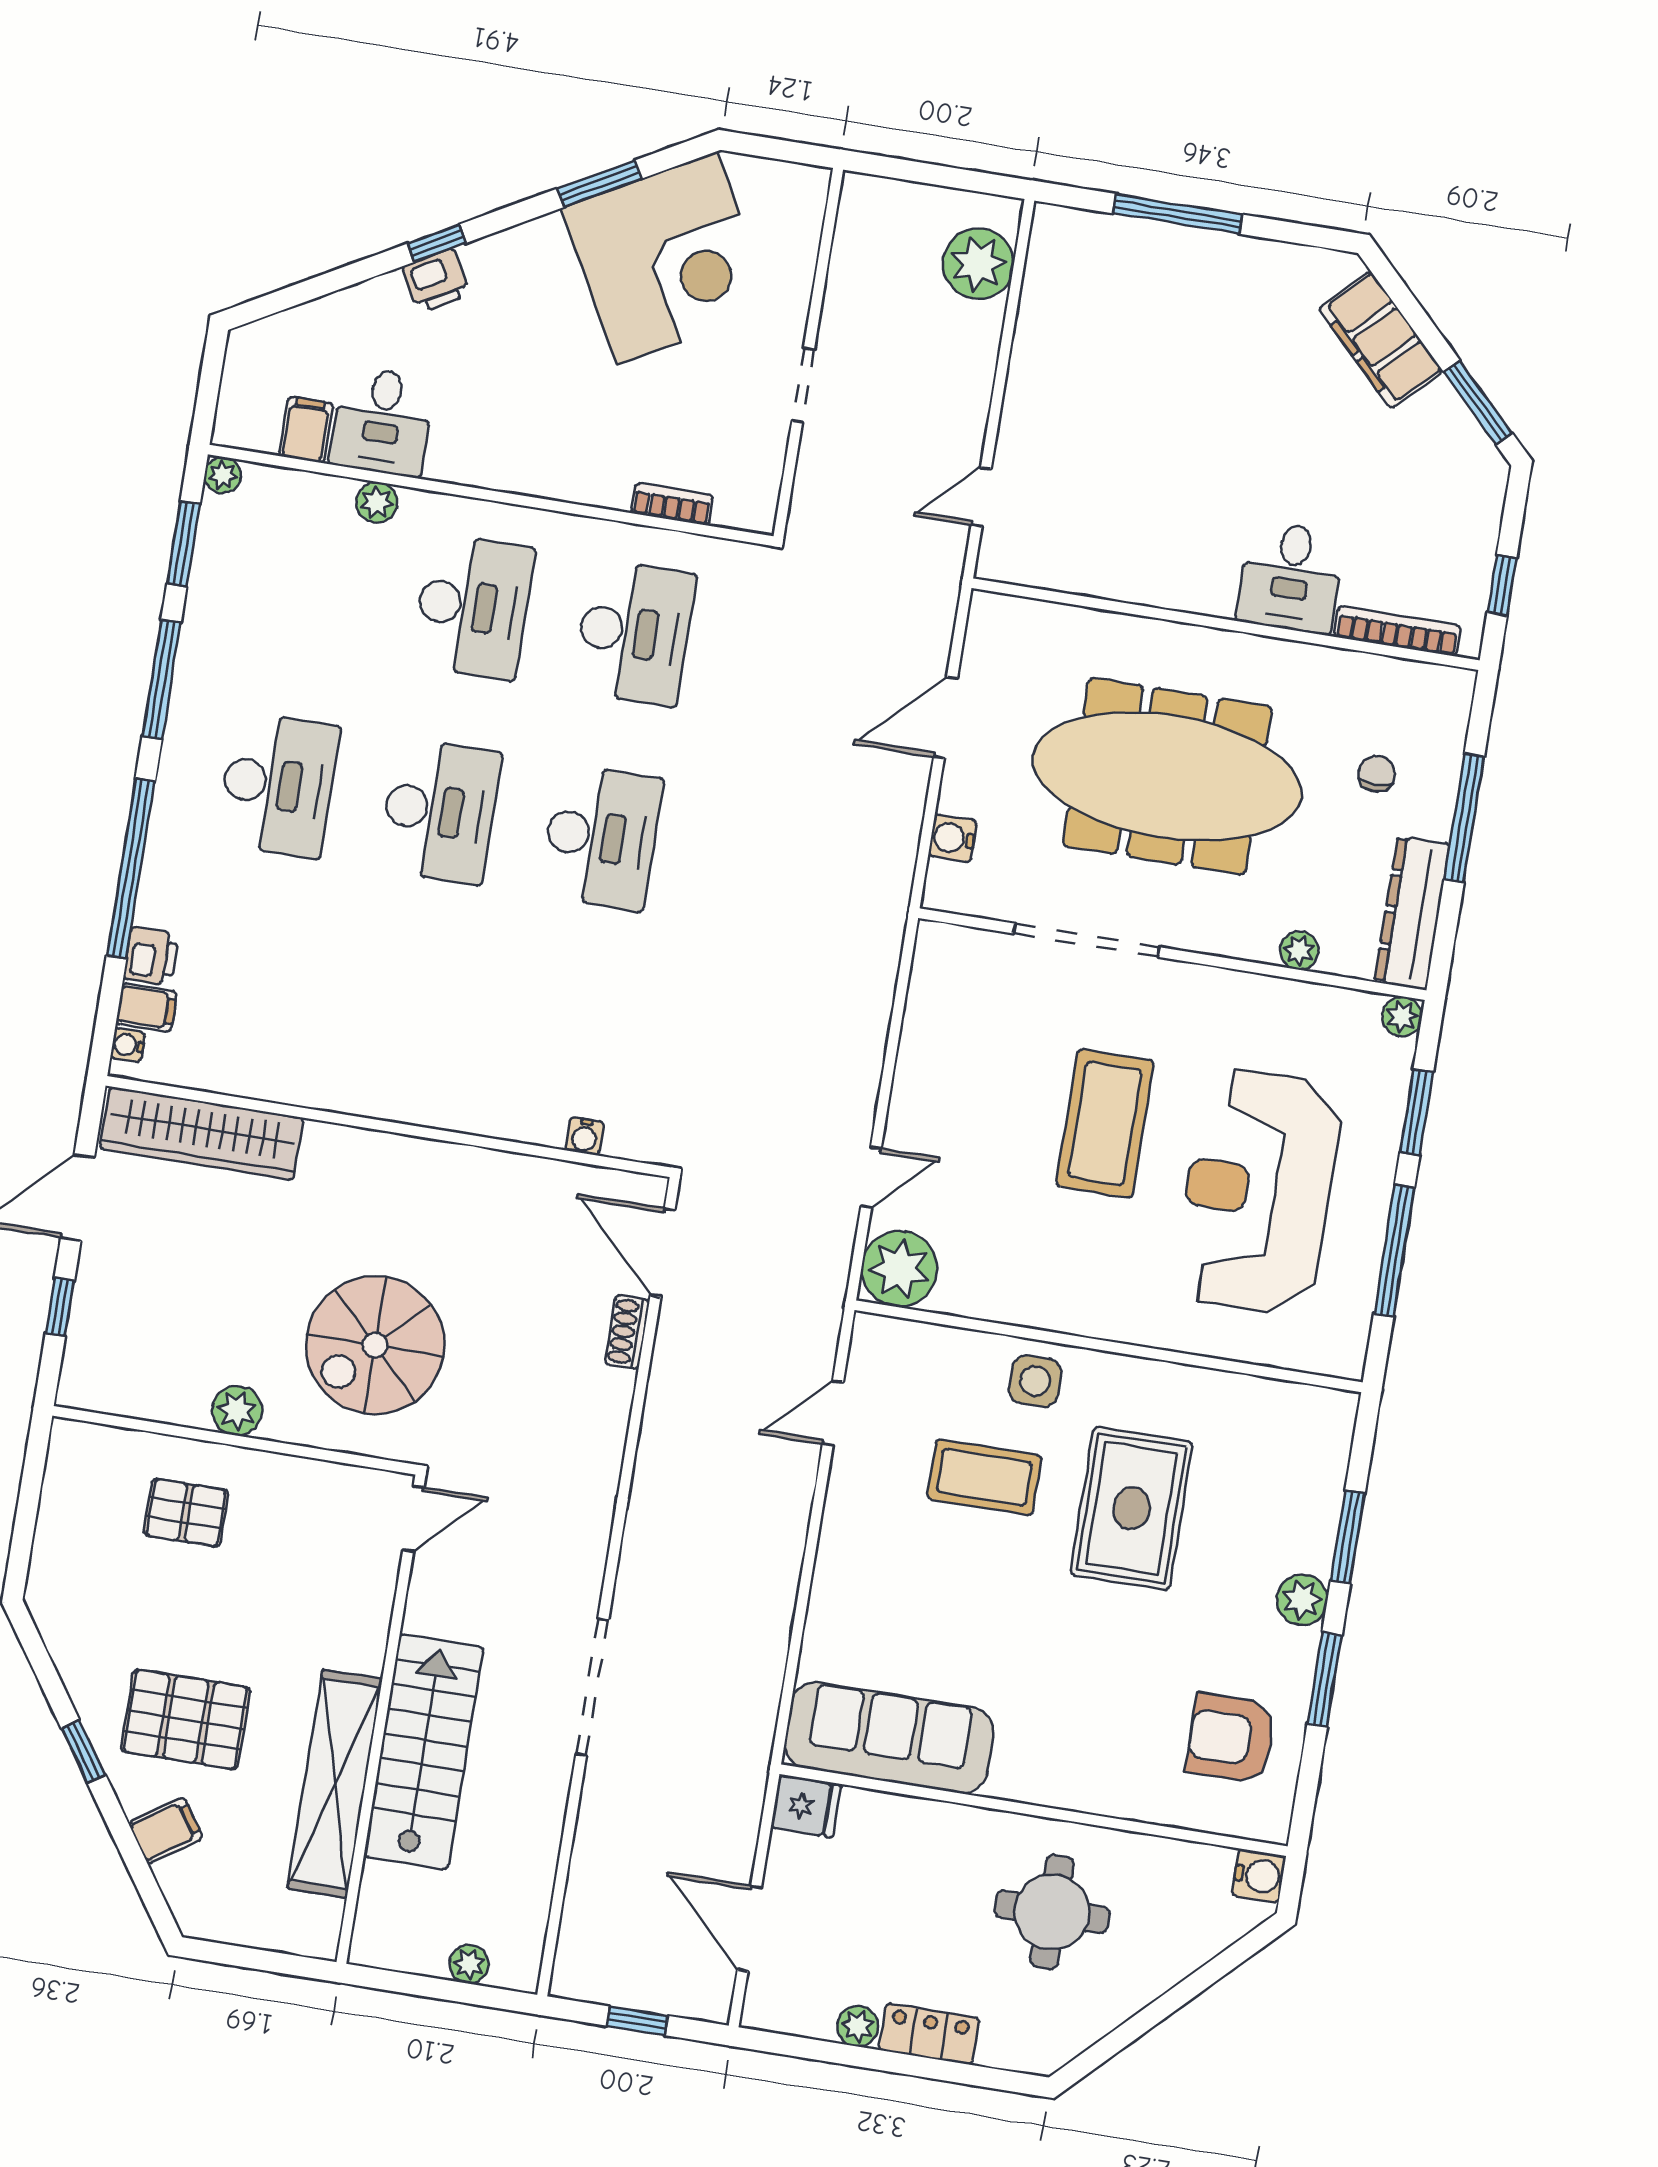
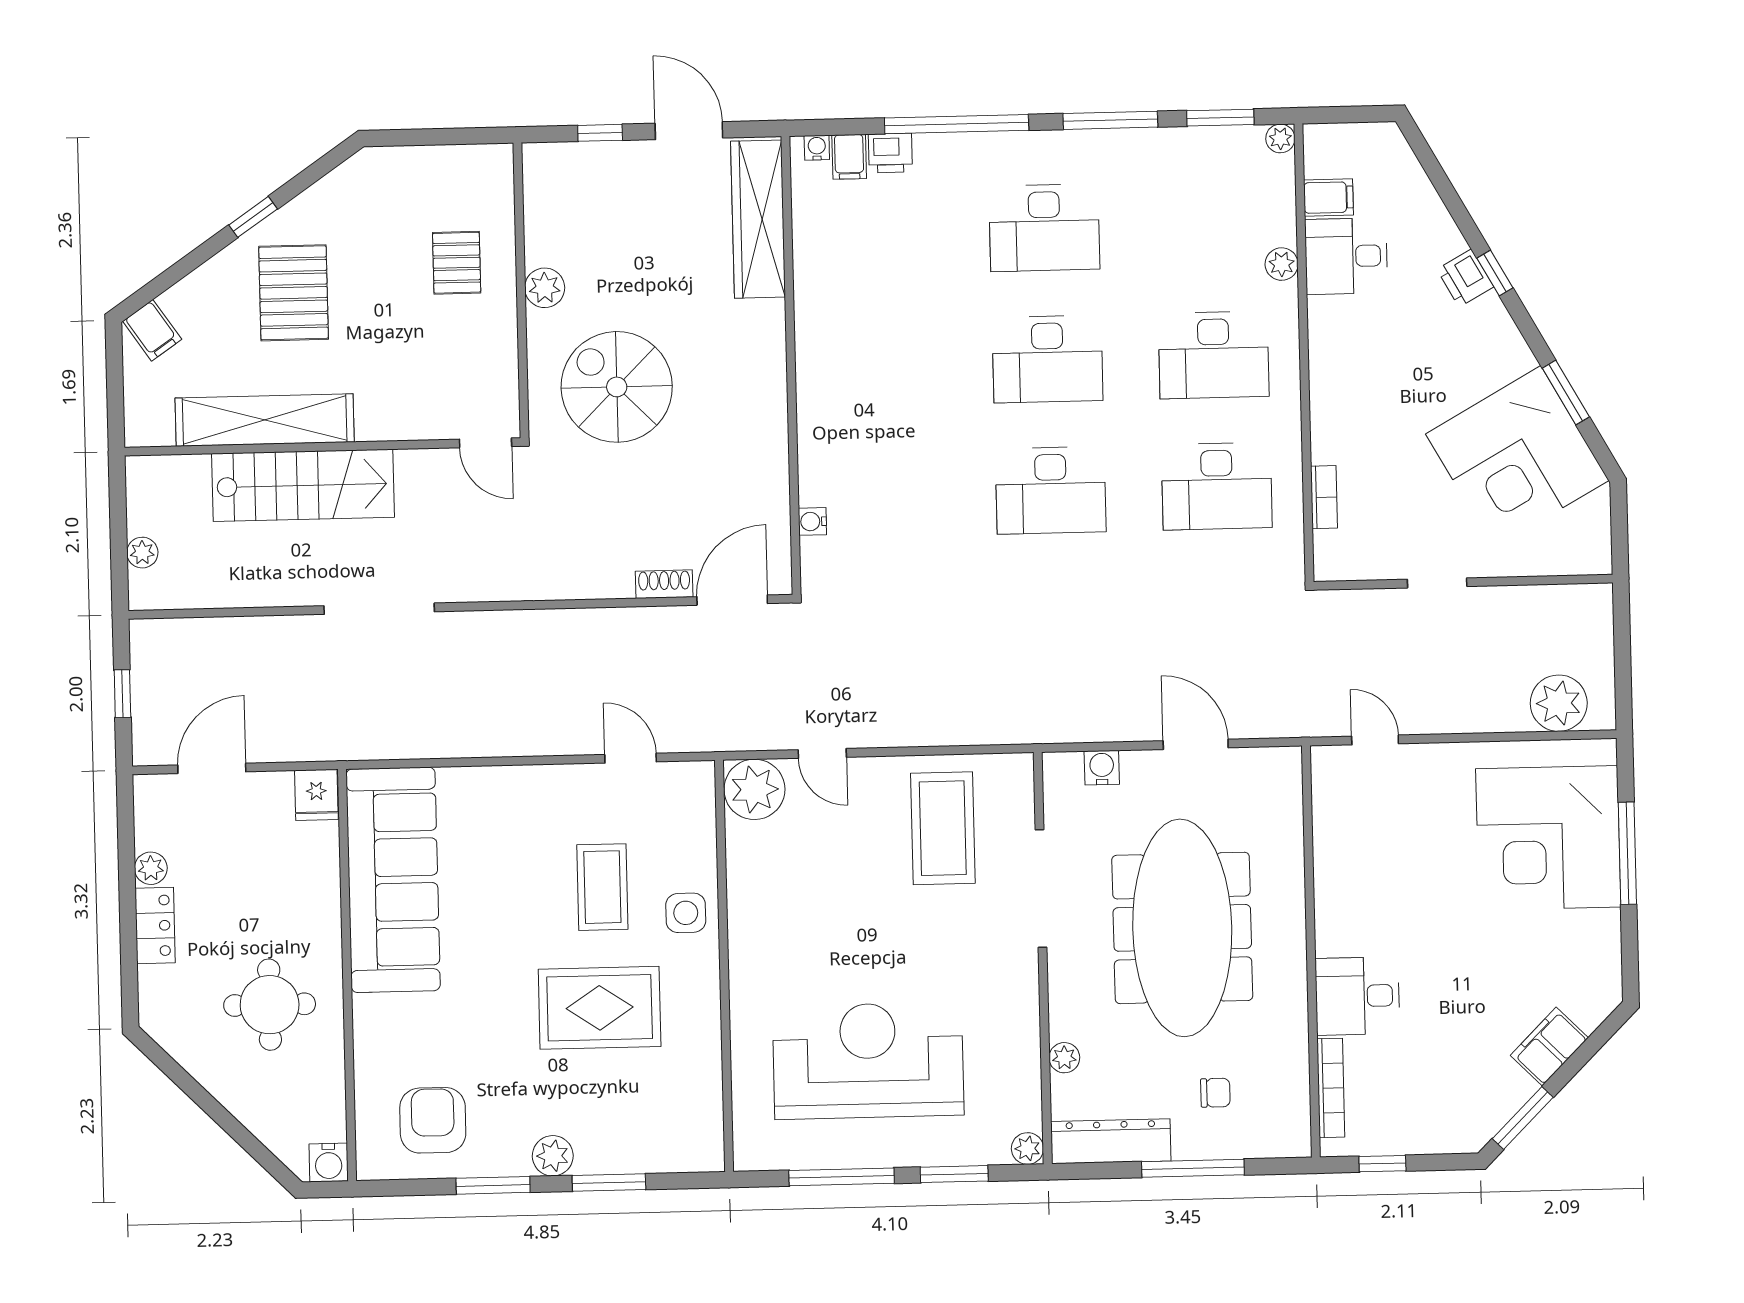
corner desk: (1141, 307) -> (1548, 838), added
filing cabinet: (1381, 340) -> (1549, 1047), width x0.67, depth x0.86
coffee table: (1105, 1123) -> (943, 828), moved, turned 90
sofa: (889, 1738) -> (393, 880), width x1.36, depth x1.27
filing cabinet: (166, 1831) -> (152, 330), moved

